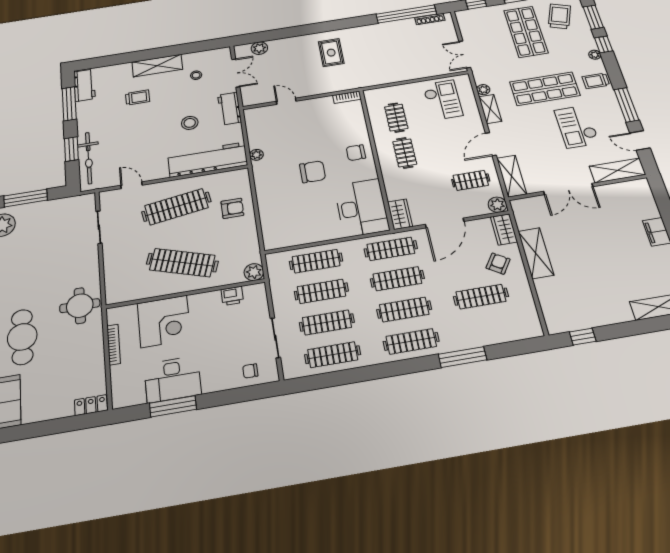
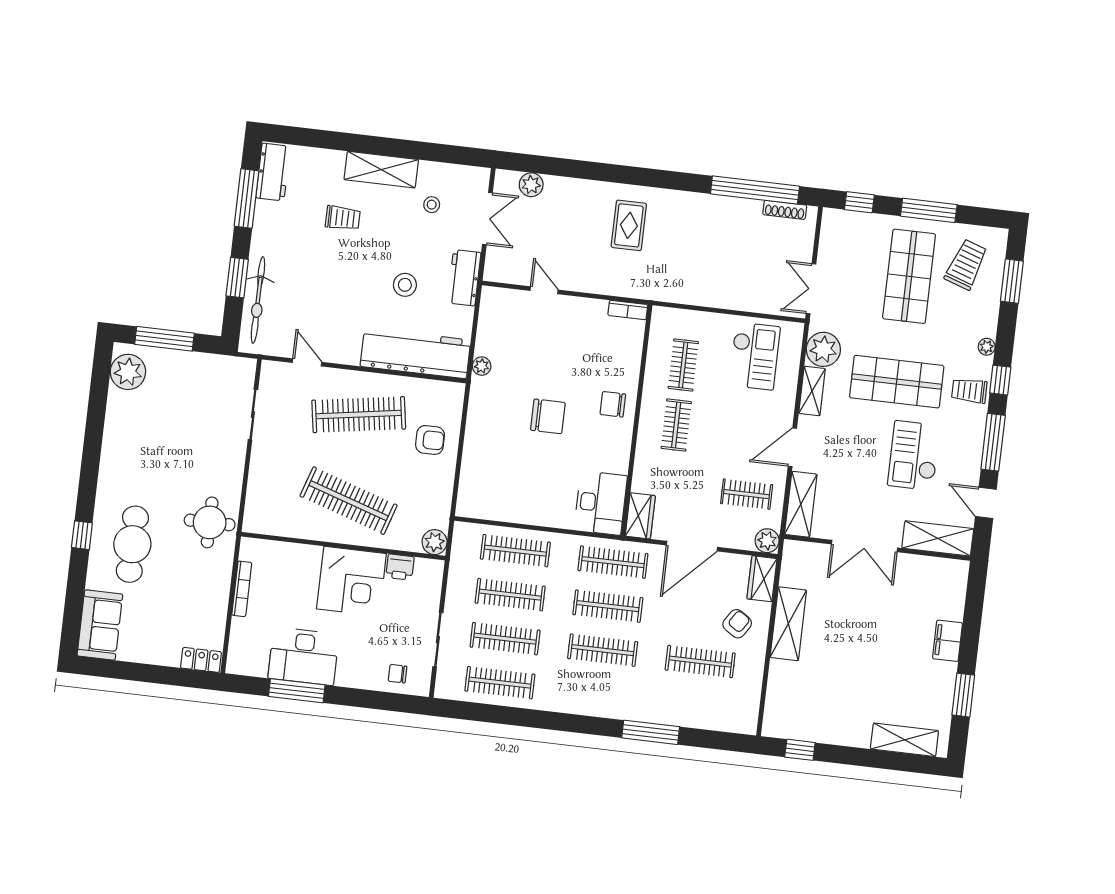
window: (604, 44) -> (1000, 380), moved
plant: (483, 90) -> (823, 349), width x1.87, depth x1.87
desk: (362, 208) -> (601, 503), width x0.73, depth x0.77
corner desk: (164, 321) -> (351, 581), moved
clothes rail: (411, 341) -> (597, 694), removed

